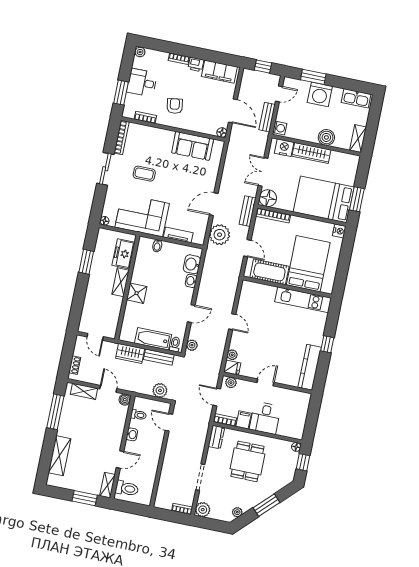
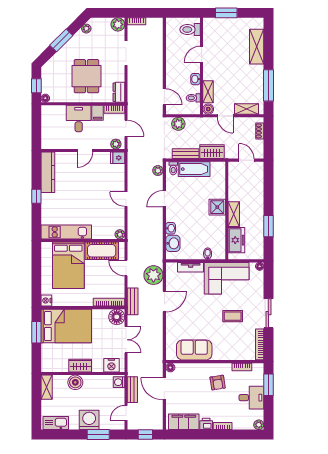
wardrobe: (311, 153) -> (80, 366), width x0.67
plant: (232, 355) -> (120, 234), moved
shelving: (108, 485) -> (208, 92), moved

